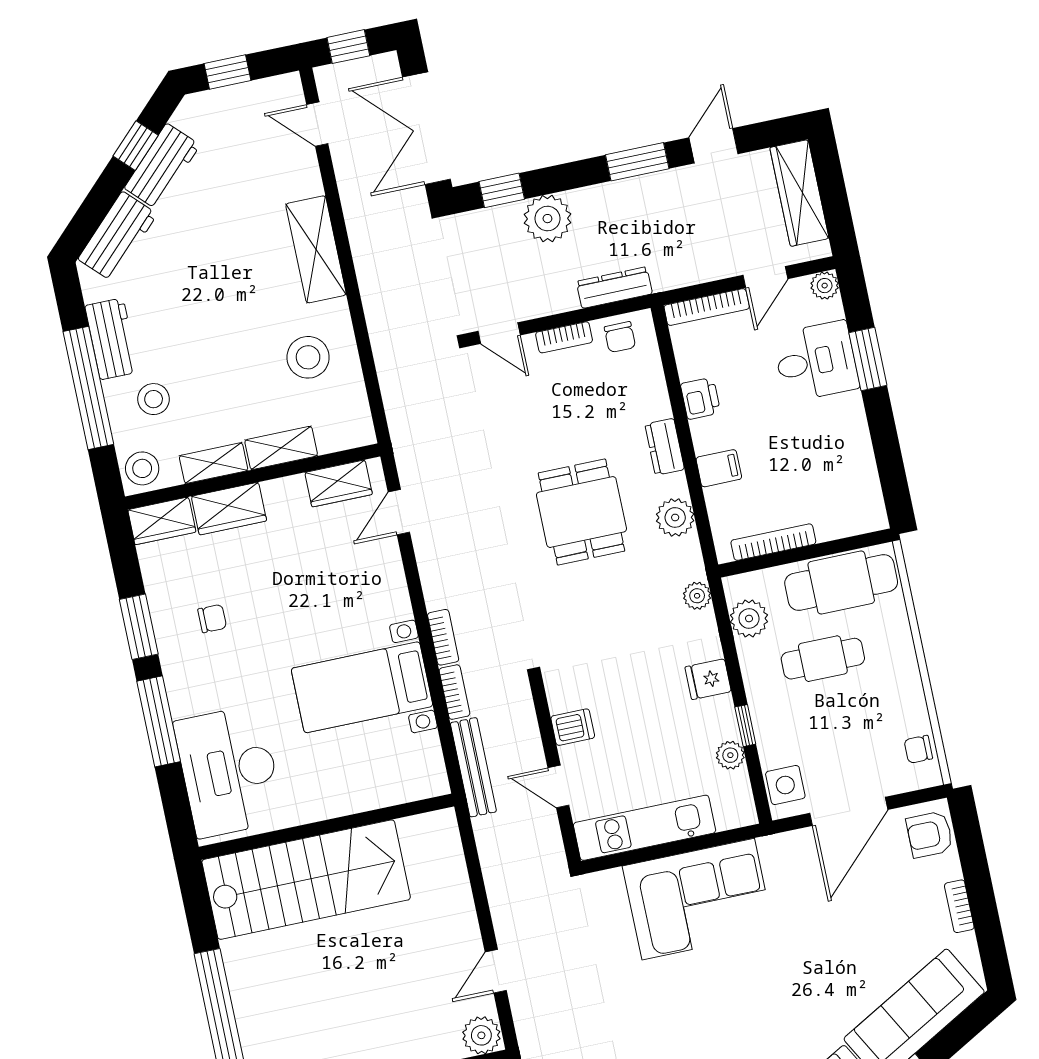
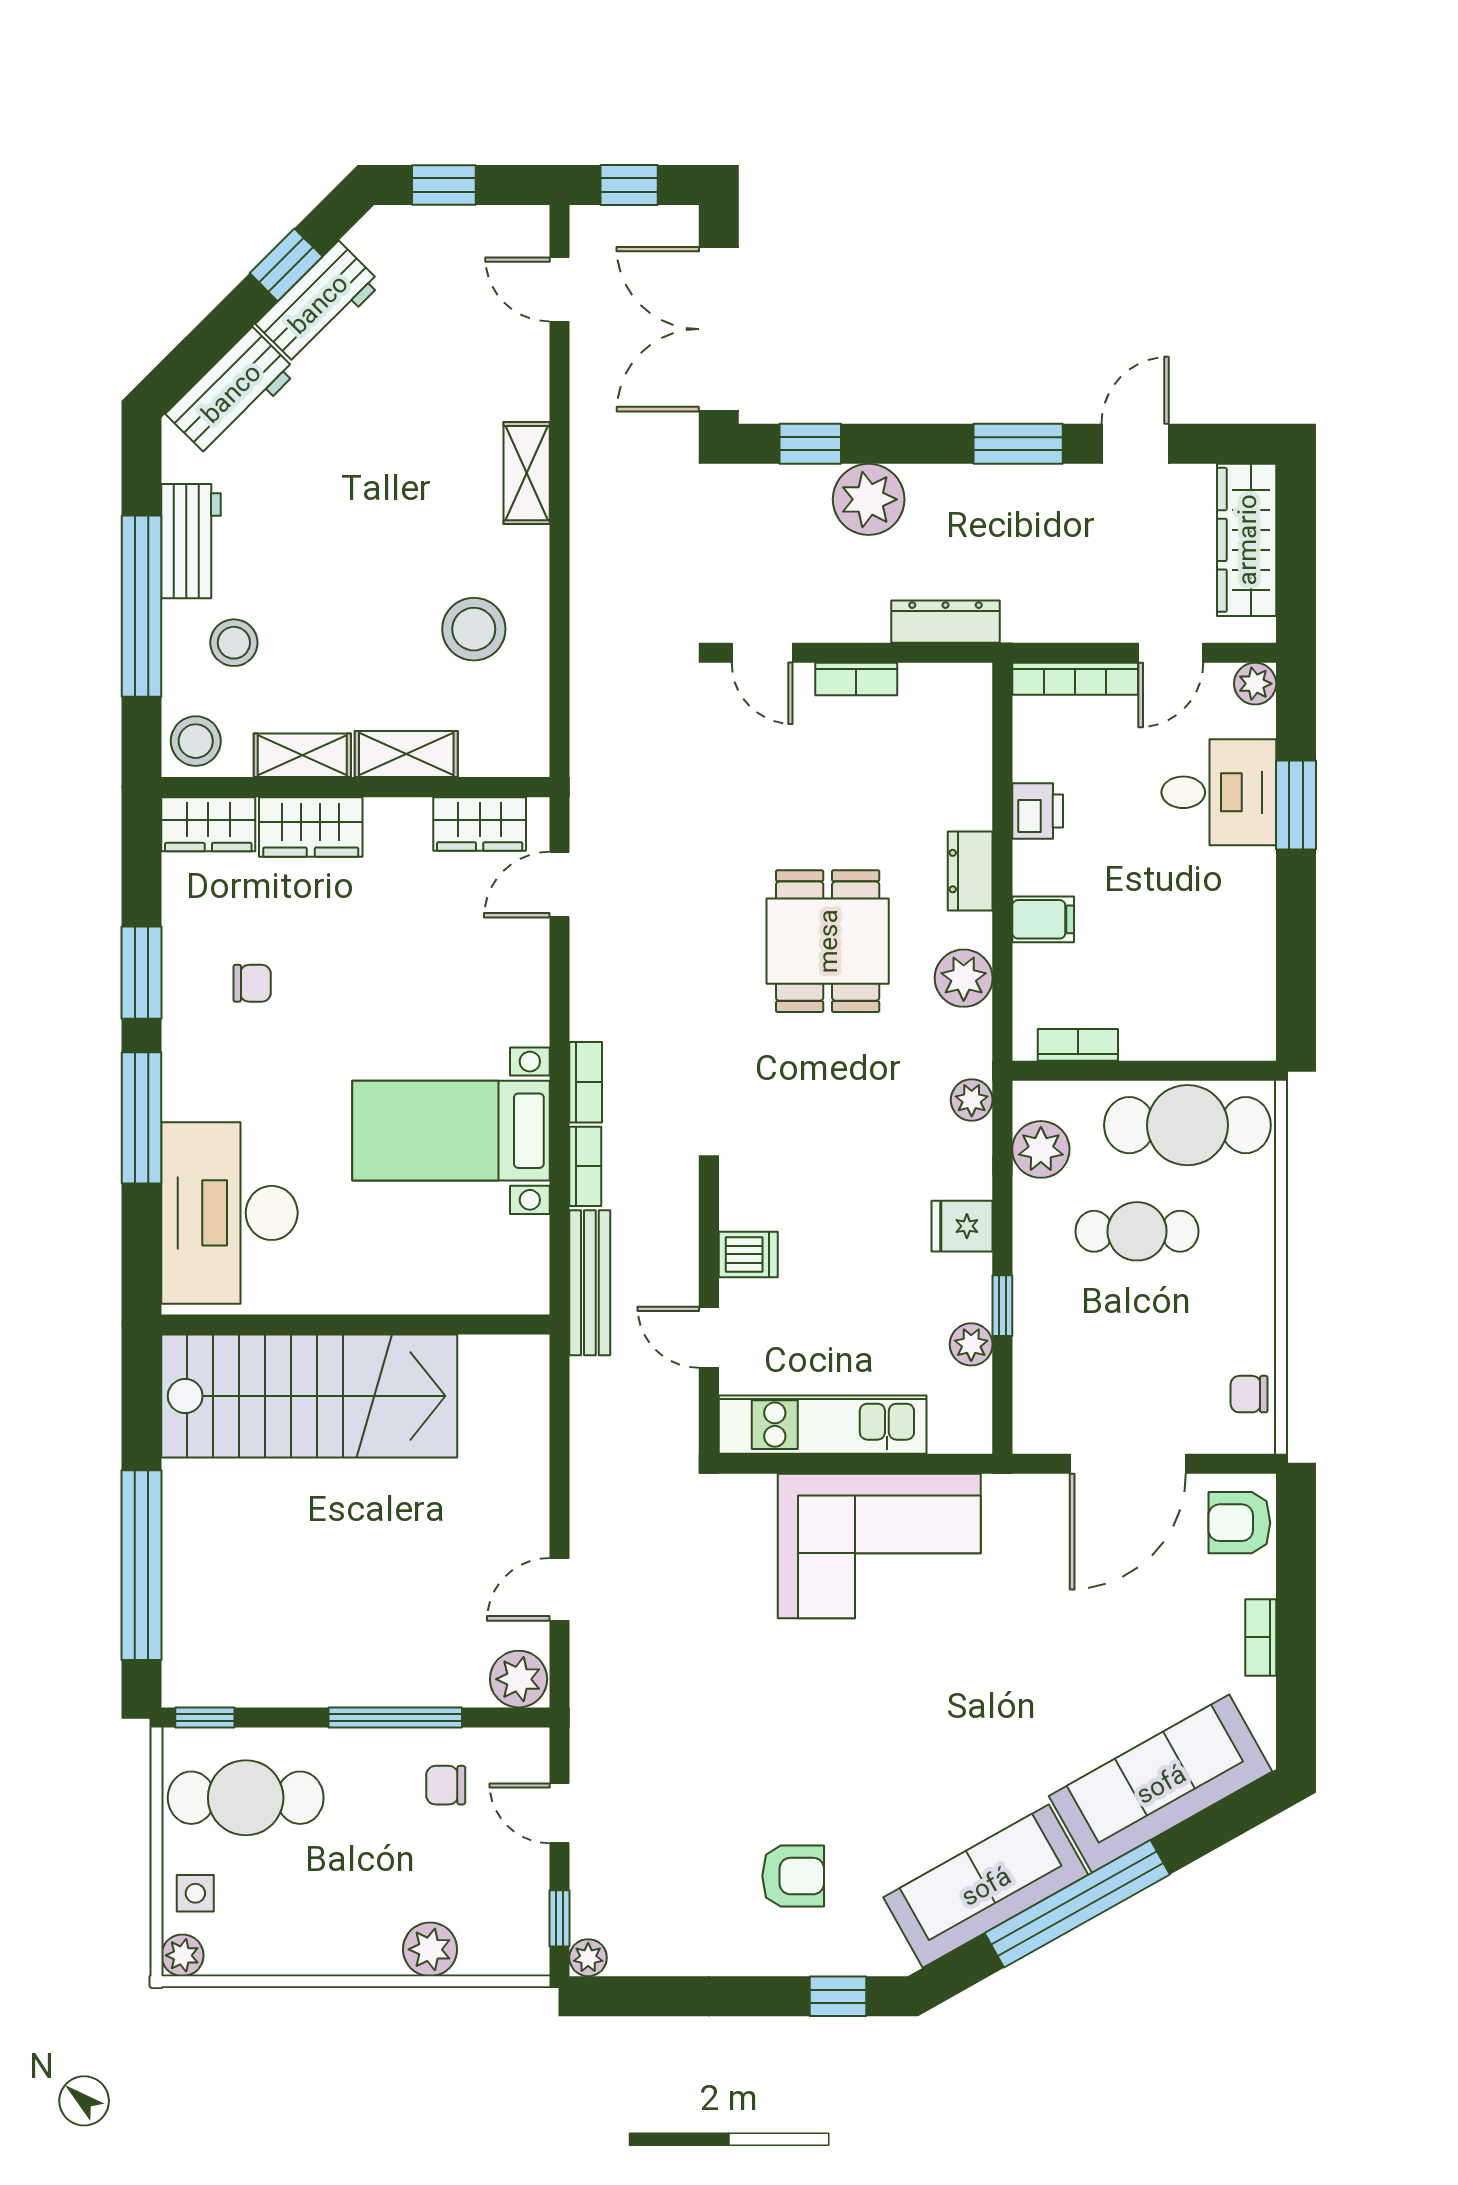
shelving: (316, 249) -> (527, 473), width x0.67, depth x0.75
chair: (620, 337) -> (938, 696), removed
bookcase: (773, 542) -> (1078, 1045), width x0.64
side table: (785, 785) -> (1043, 1405), removed

